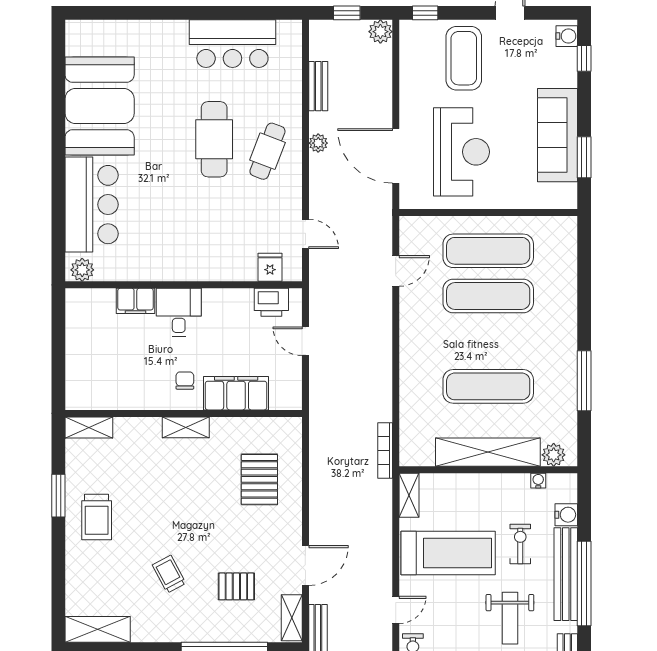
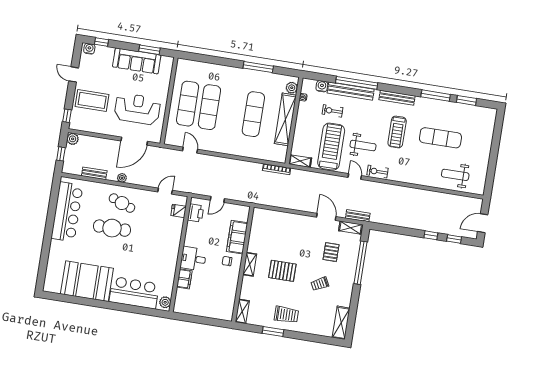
bar counter: (232, 44) -> (67, 212), width x1.36
pallet: (259, 479) -> (282, 271), moved
weight bench: (510, 618) -> (363, 146), moved

